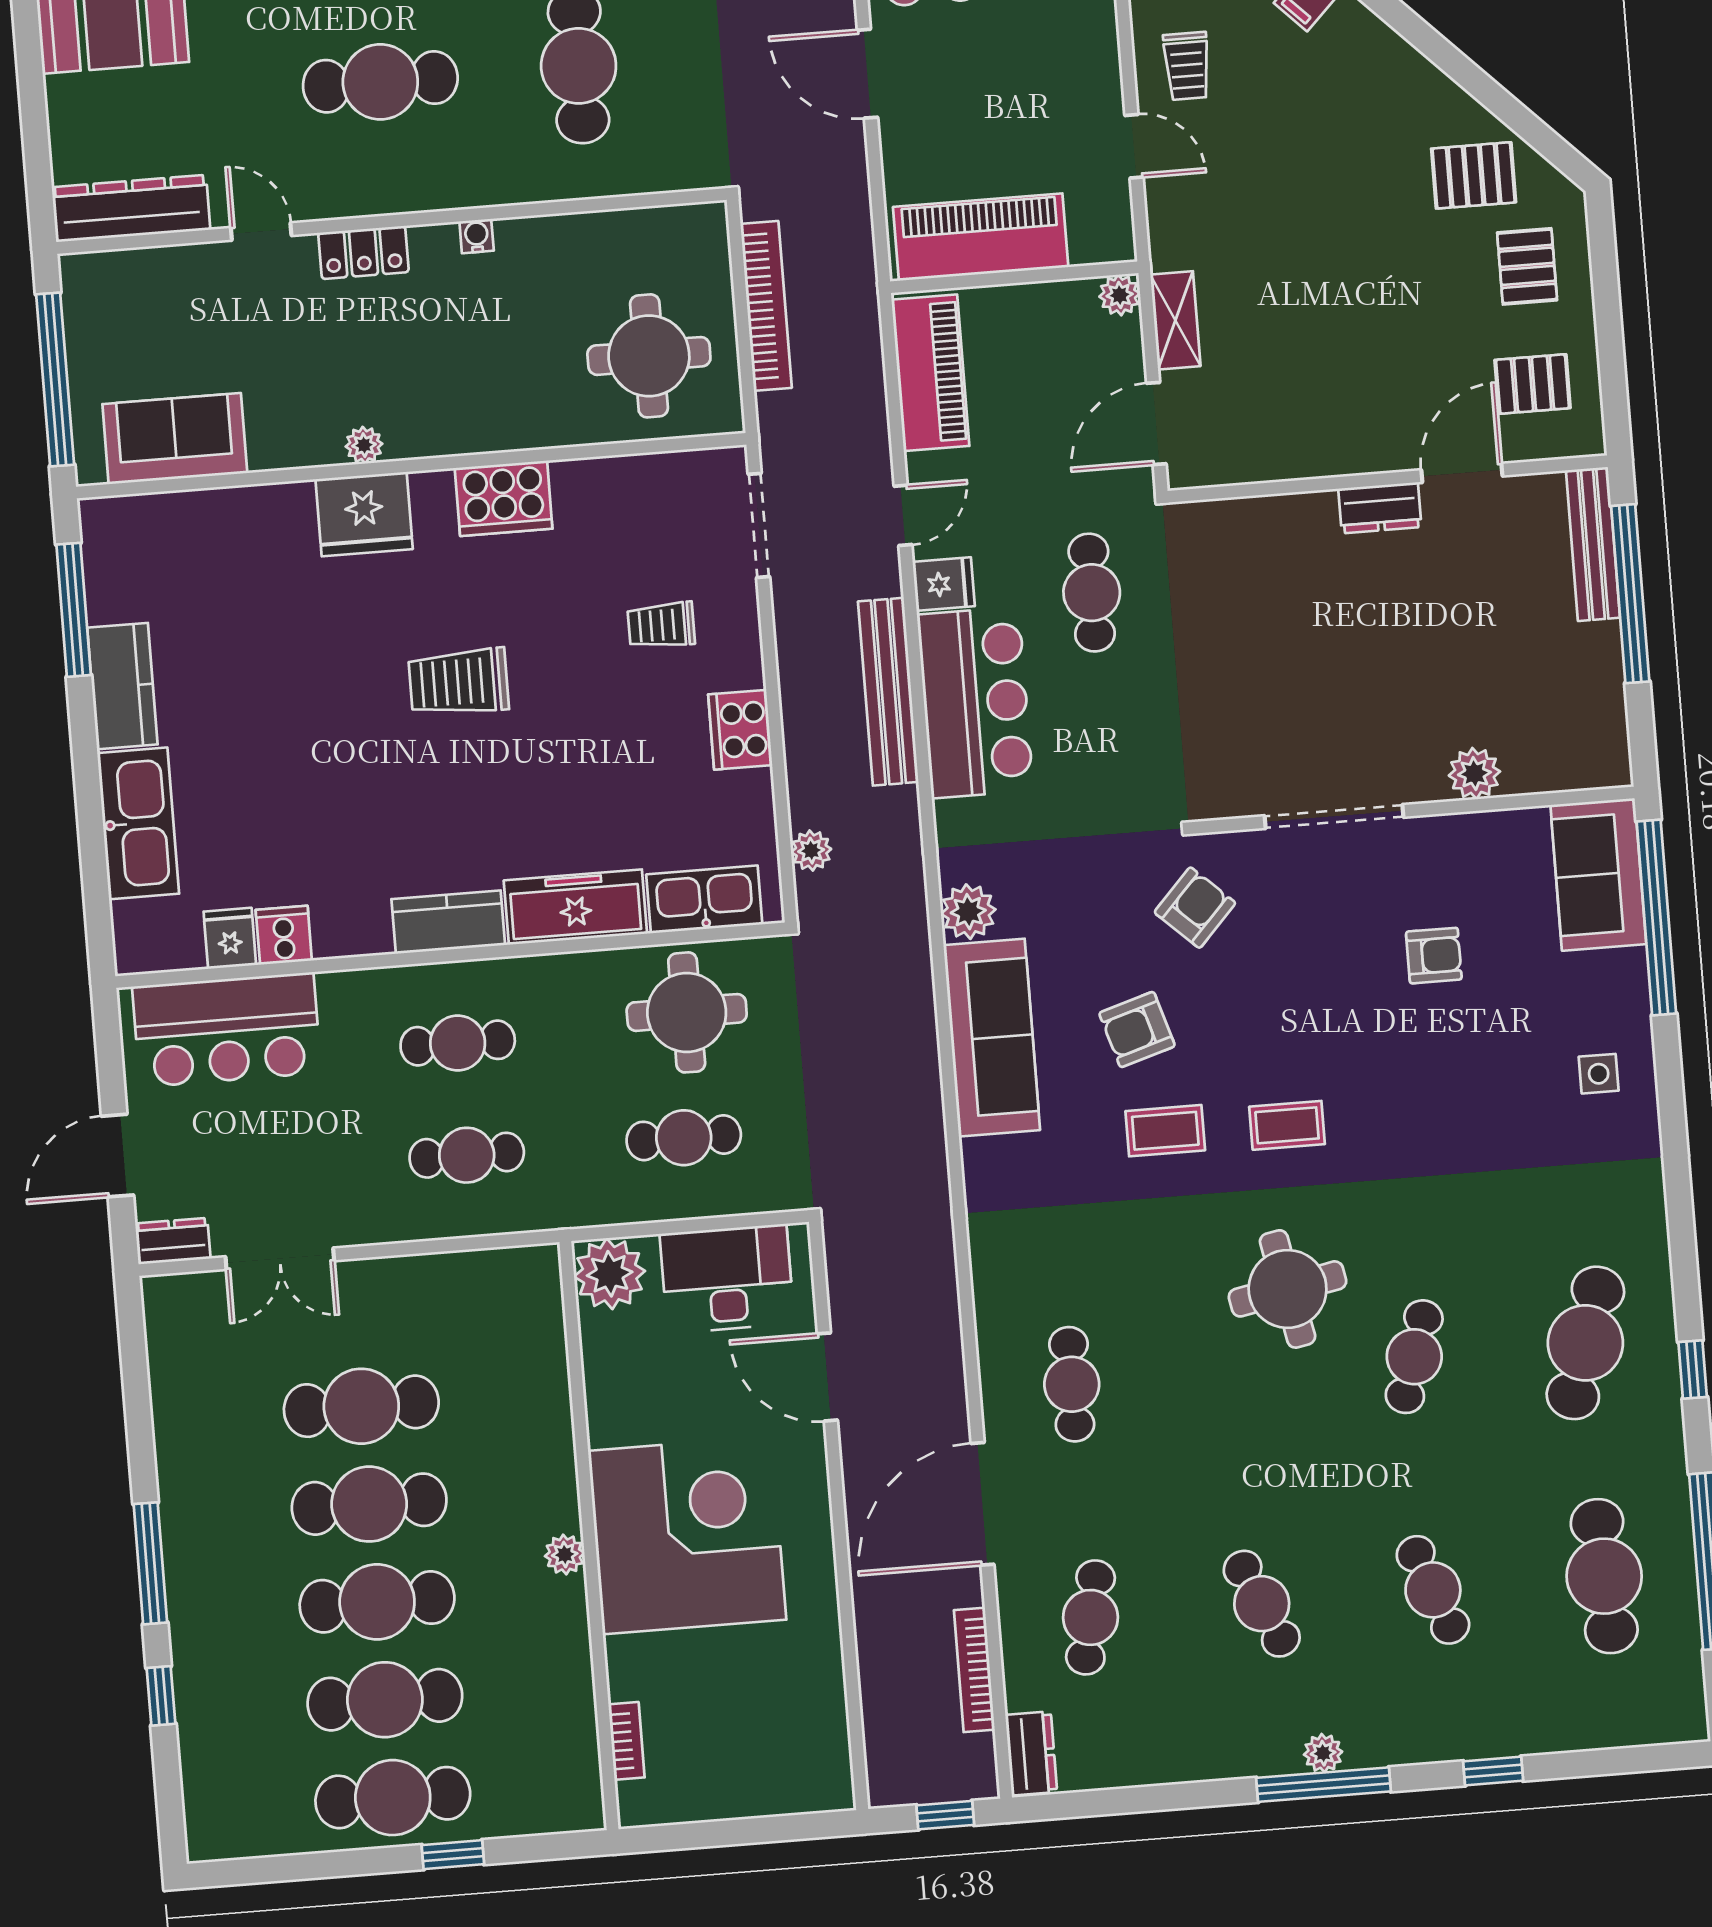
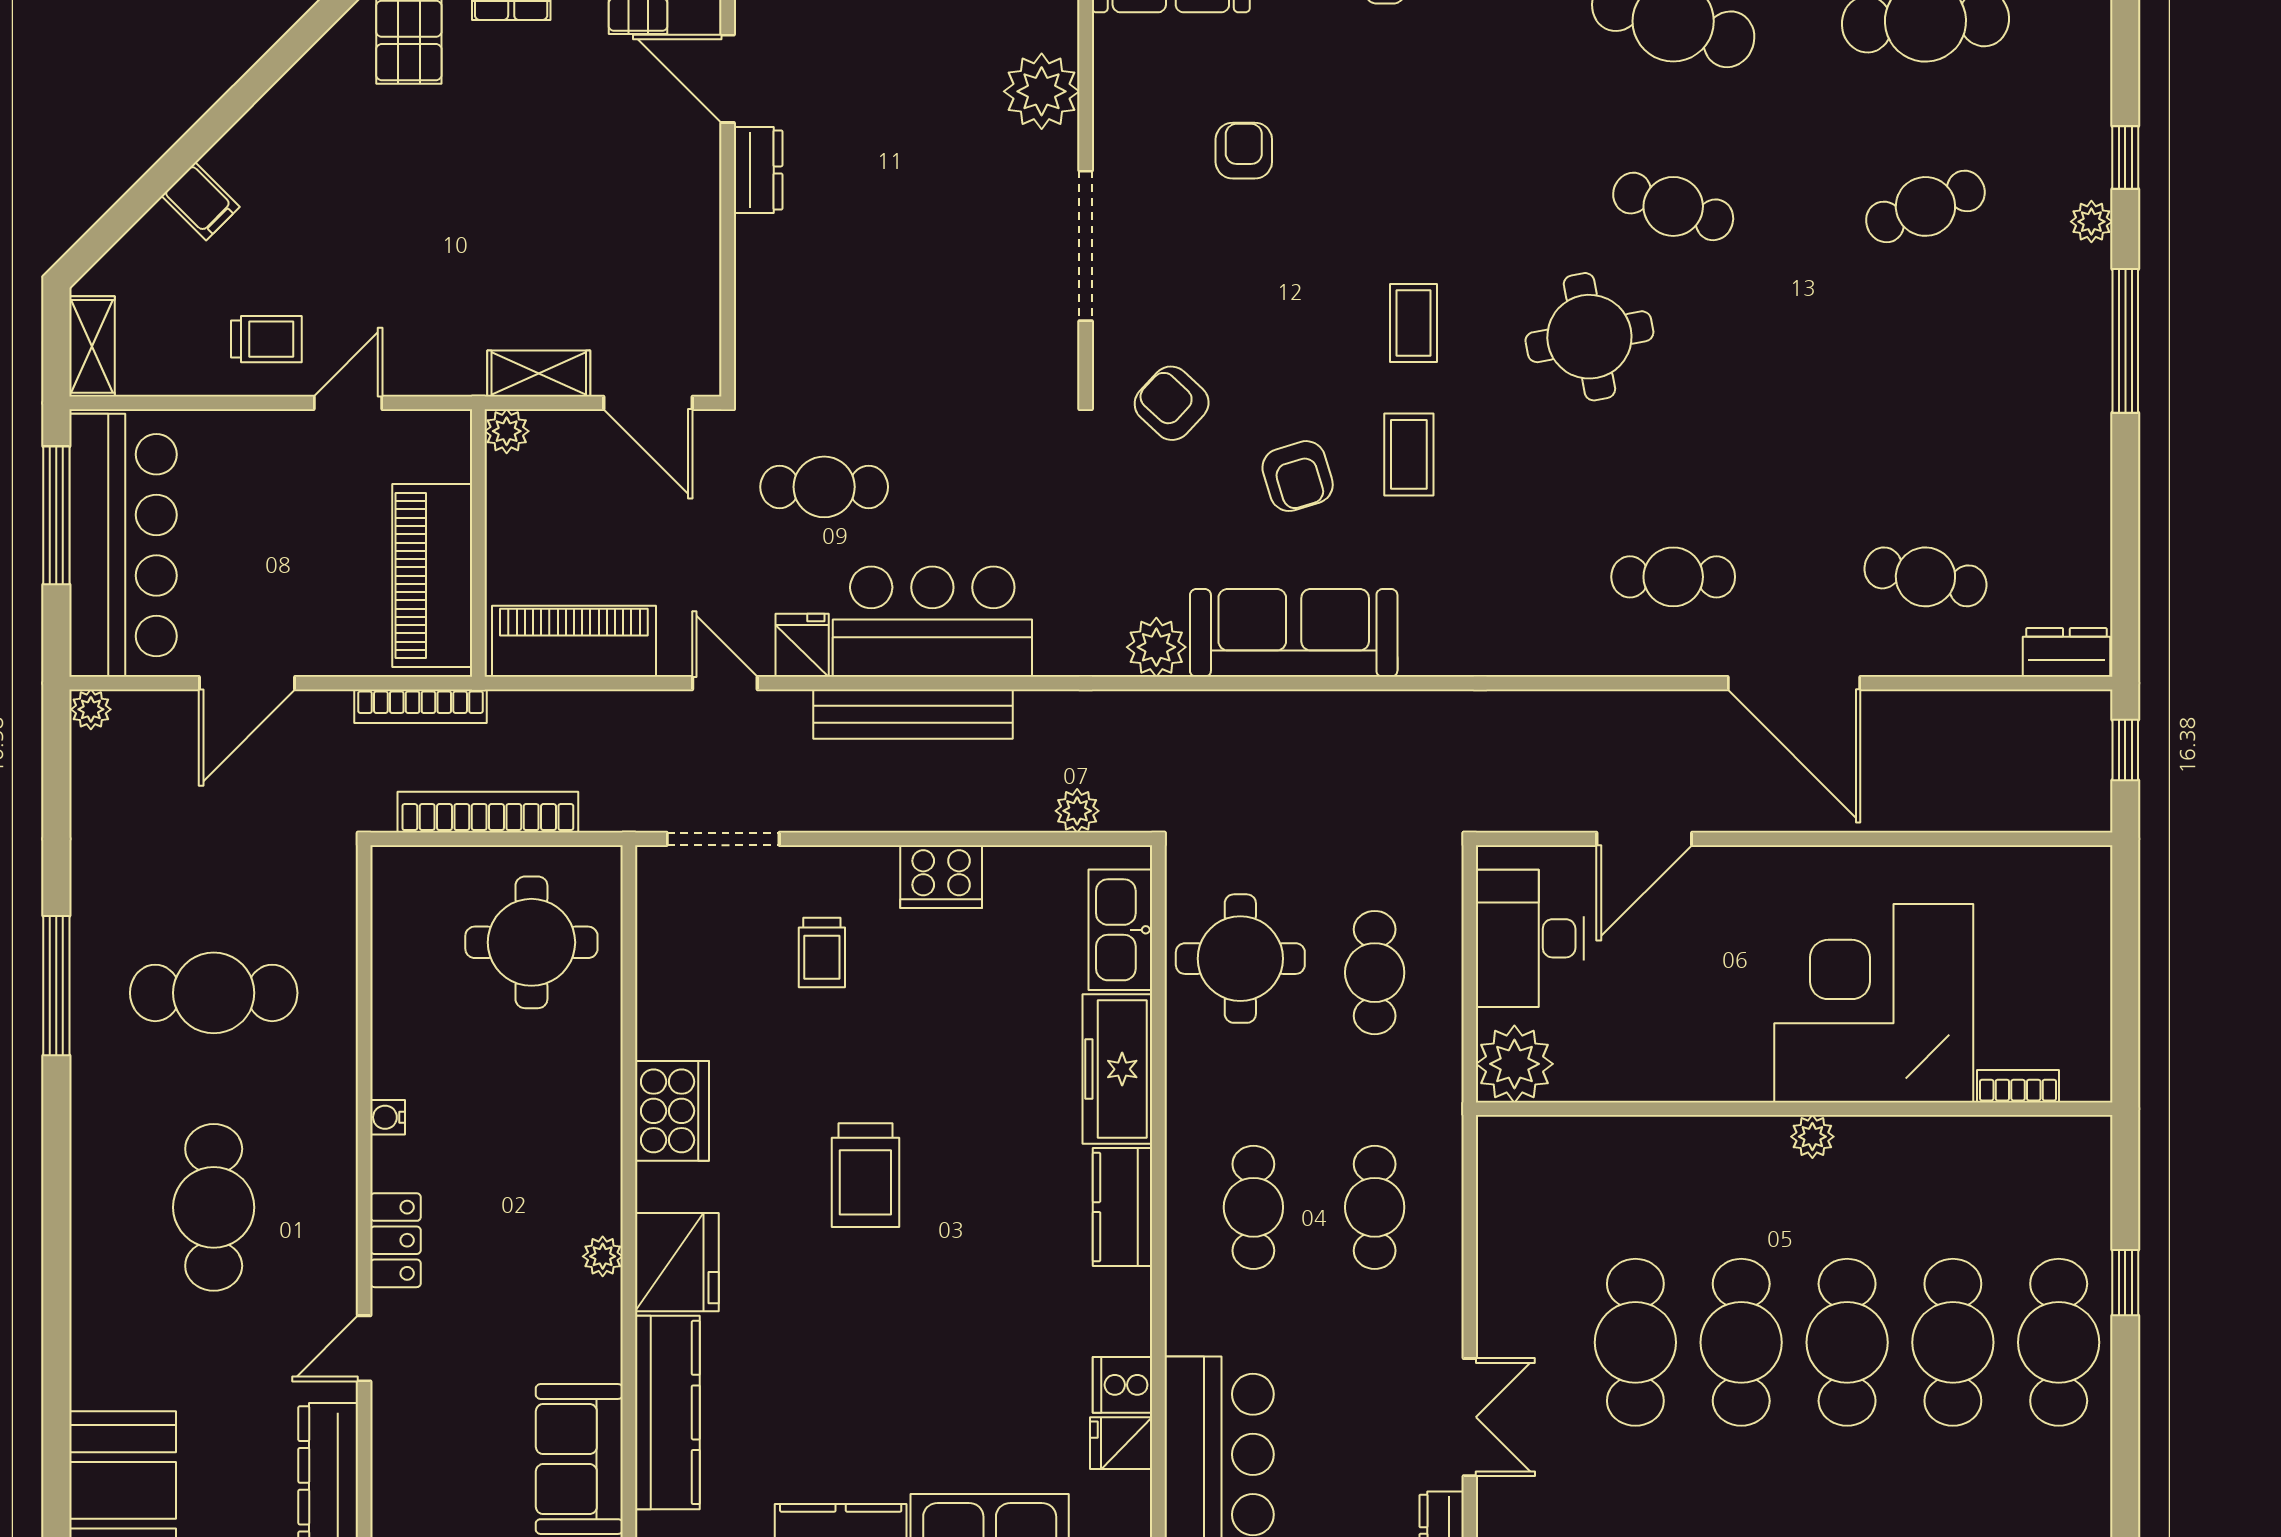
kitchen counter: (224, 517) -> (667, 1412), added
plant: (1474, 773) -> (1042, 91), width x1.36, depth x1.36
corner desk: (687, 1535) -> (1874, 1003), moved
cafe table: (1262, 1604) -> (1925, 392), removed
bookcase: (974, 1670) -> (421, 706), moved
plant: (1323, 1753) -> (2091, 222), moved

